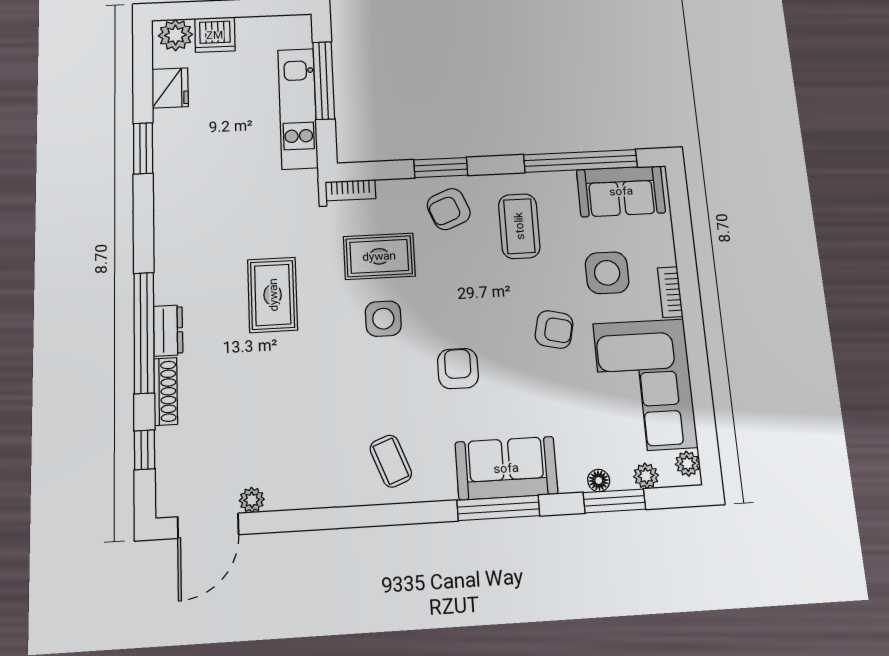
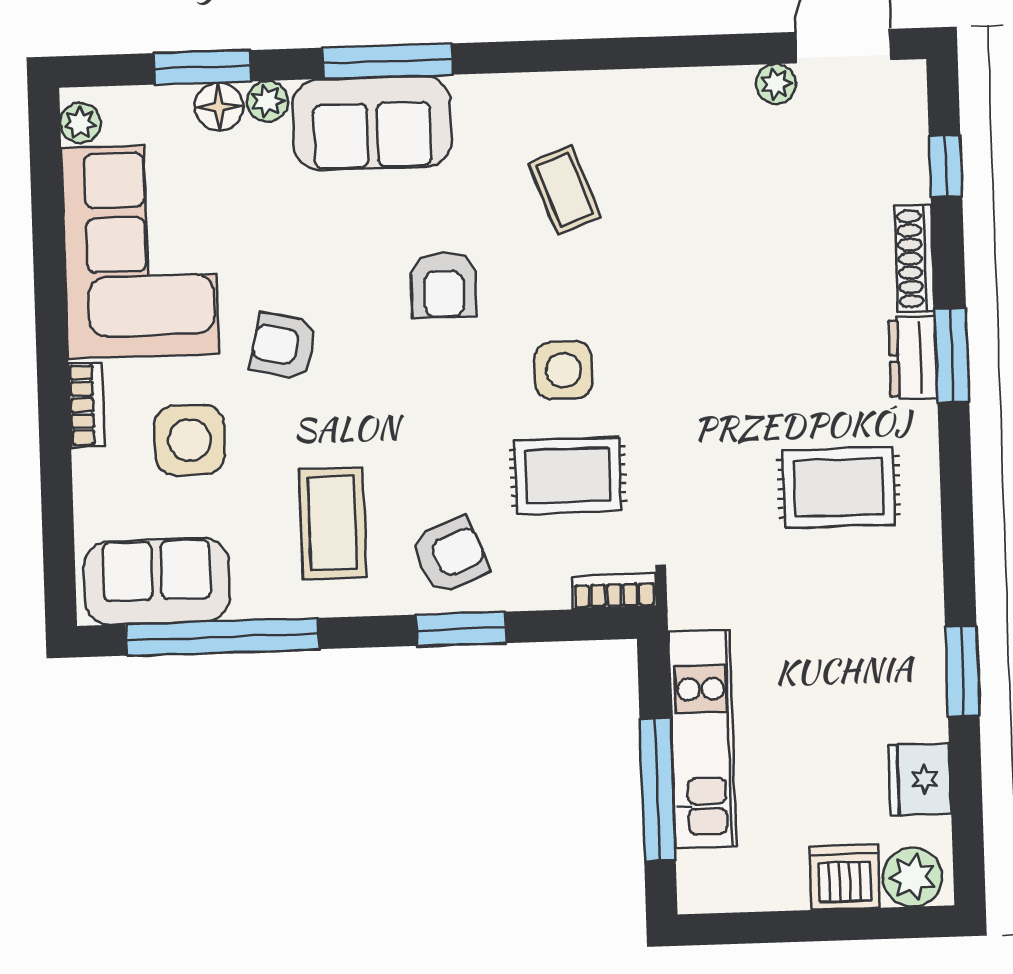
rug: (273, 295) -> (839, 487), moved, turned 90
window: (144, 332) -> (952, 355), width x0.47
coffee table: (391, 461) -> (565, 190), moved
plant: (646, 476) -> (268, 101), moved
floor lamp: (599, 480) -> (219, 107), width x1.37, depth x1.37

